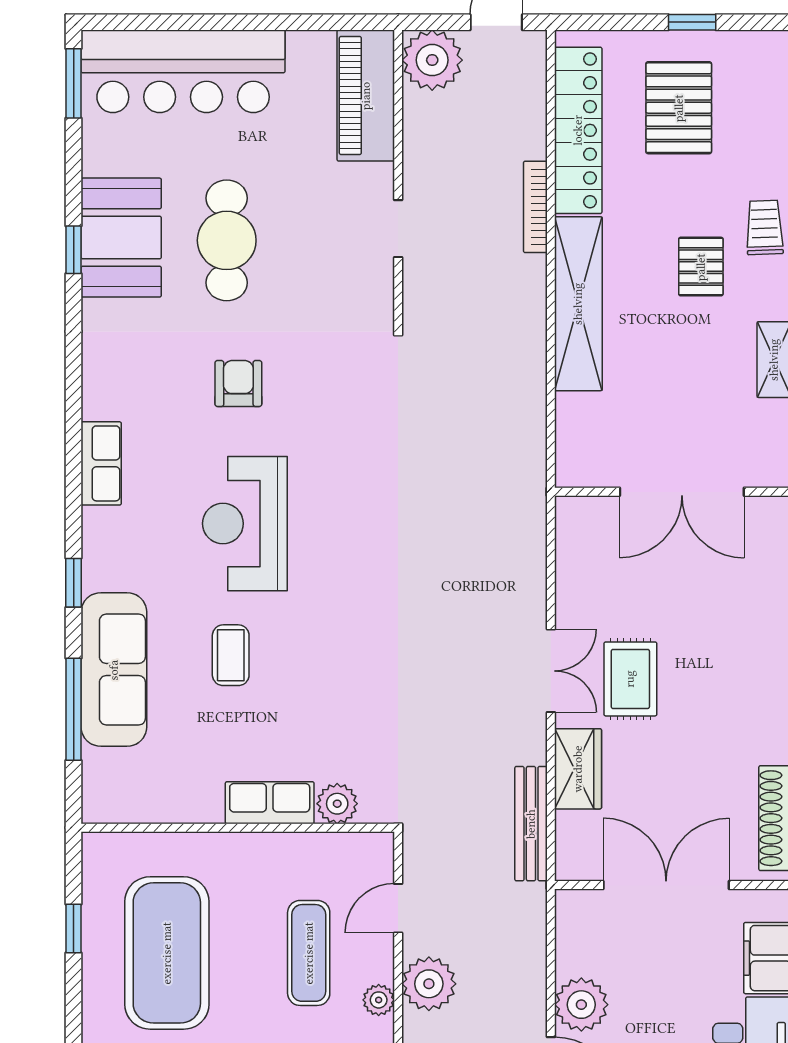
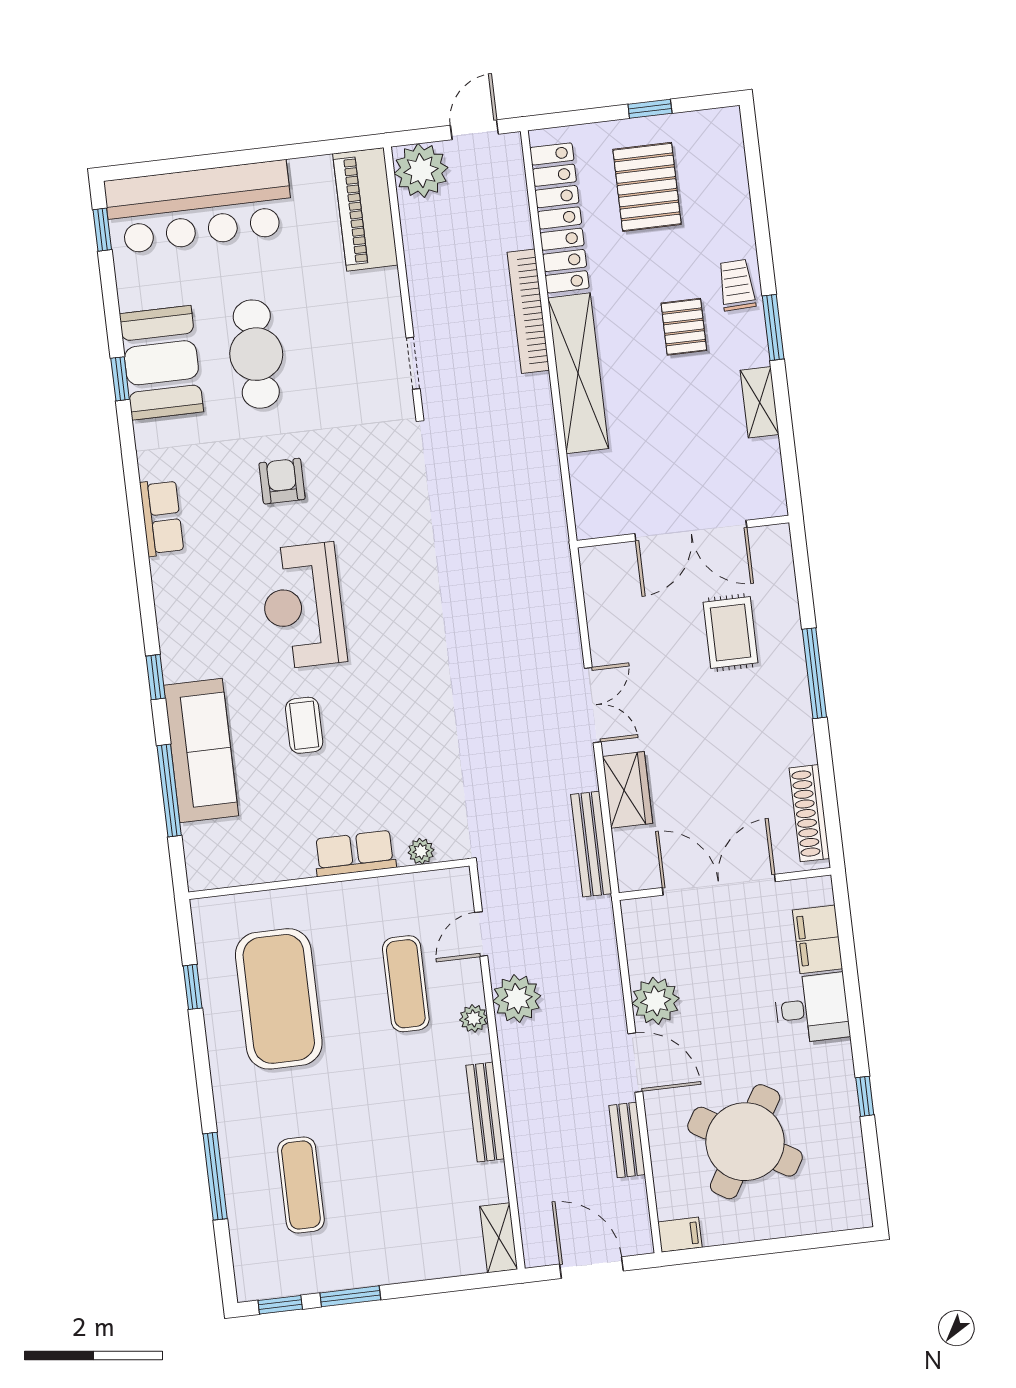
window: (74, 83) -> (102, 230), width x0.67
bookcase: (535, 207) -> (528, 311), width x1.48, depth x1.31
doorway: (398, 229) -> (413, 363), moved
row of seats: (101, 463) -> (162, 518), moved
rug: (630, 679) -> (730, 633), moved
plant: (337, 804) -> (421, 851), width x0.73, depth x0.73

